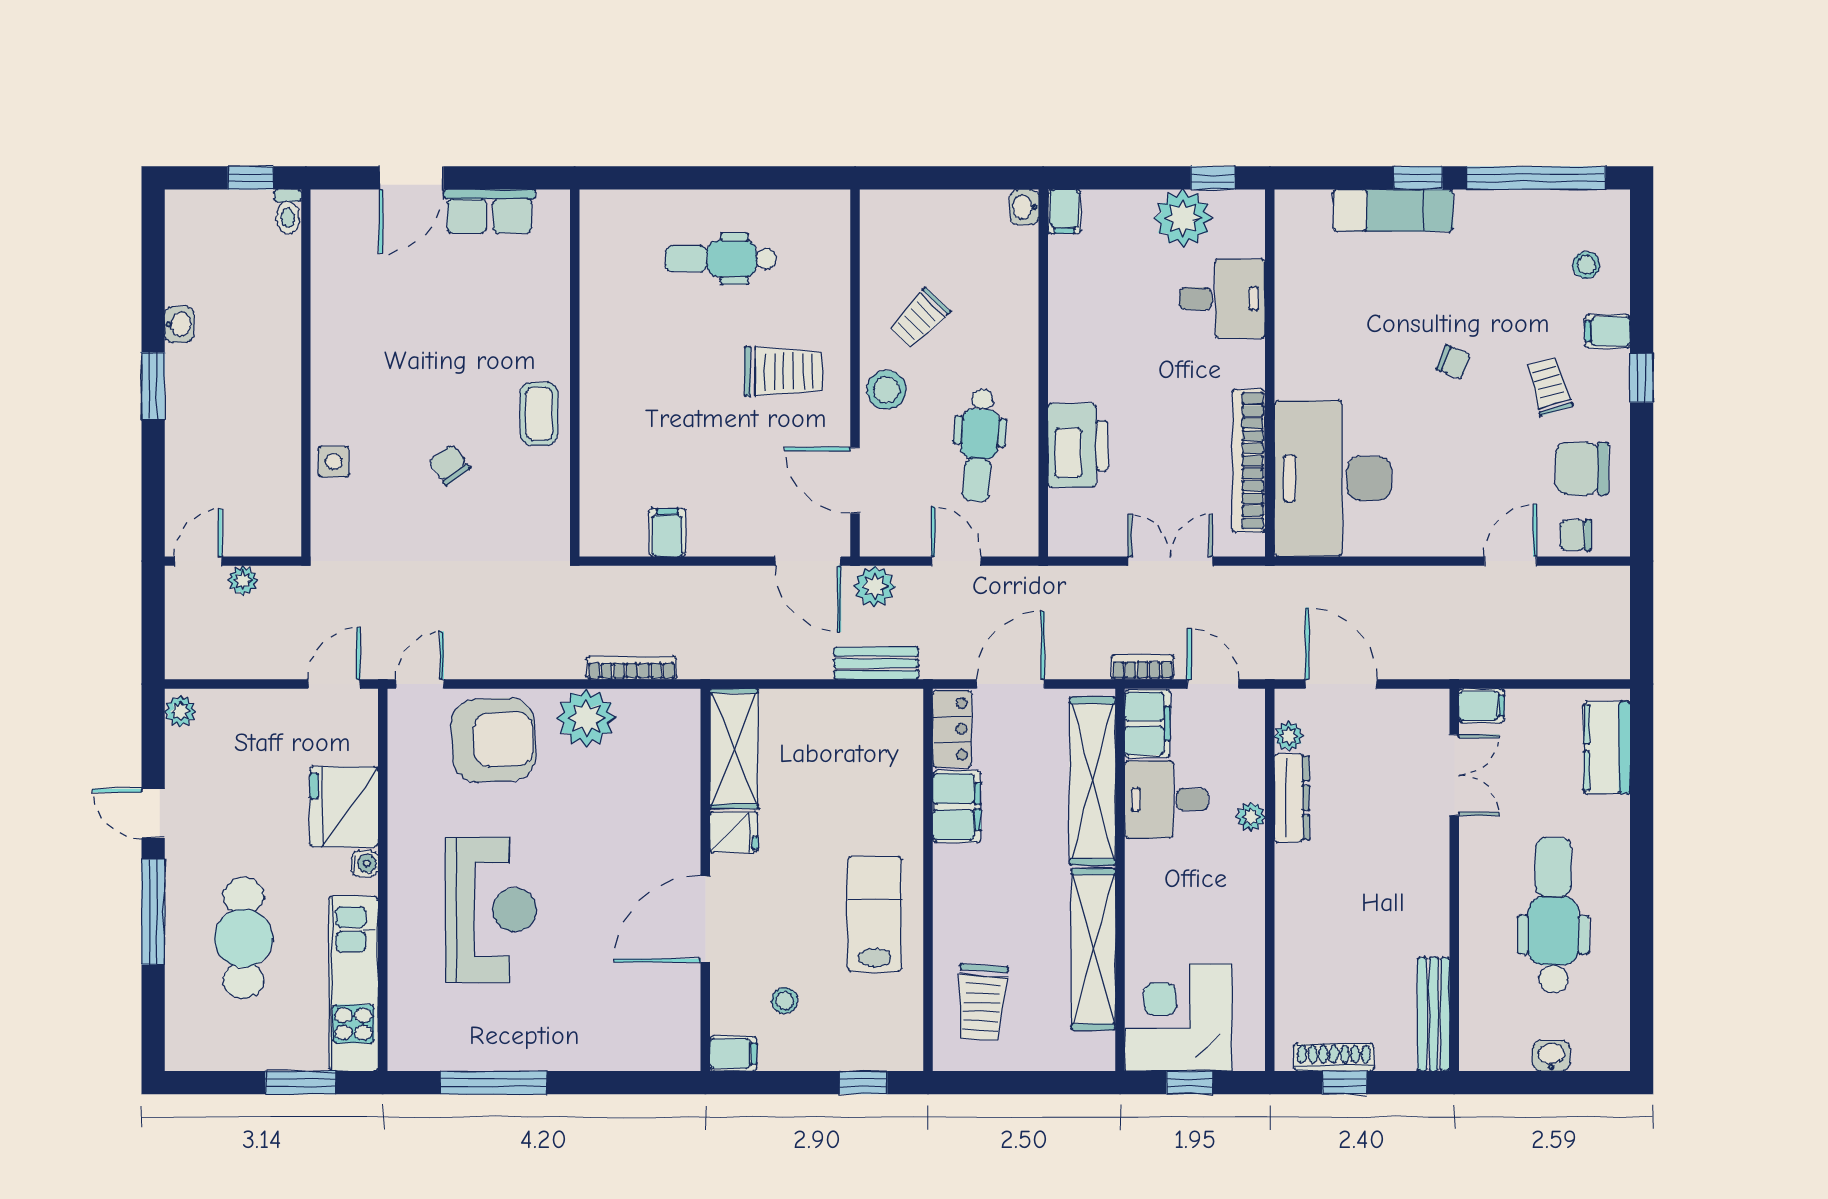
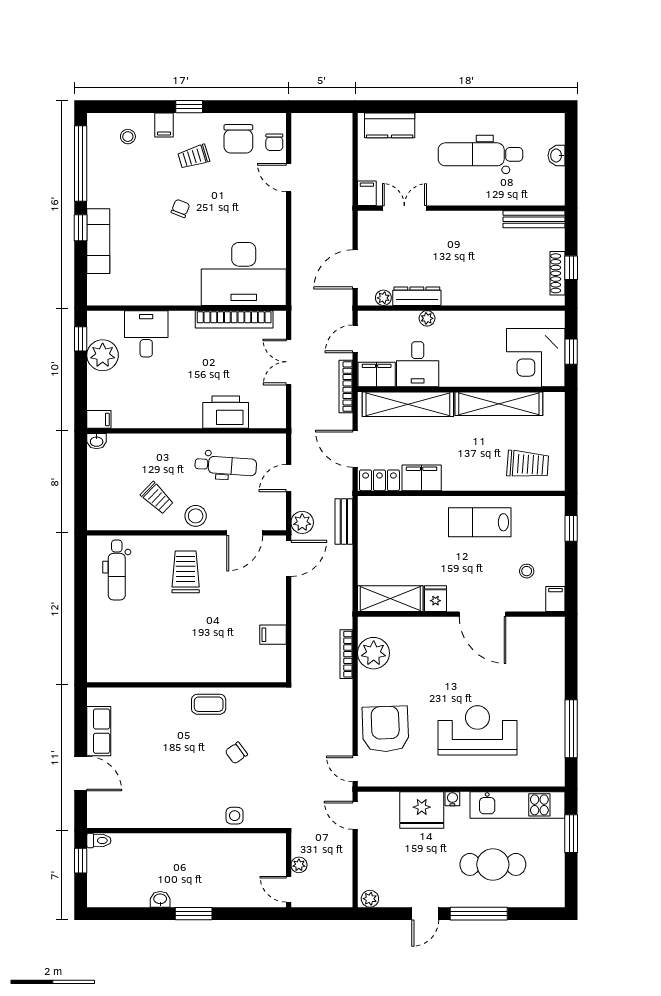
dental chair: (721, 259) -> (117, 570), moved
bookcase: (1143, 667) -> (346, 387), width x1.56
plant: (586, 718) -> (374, 653), moved

